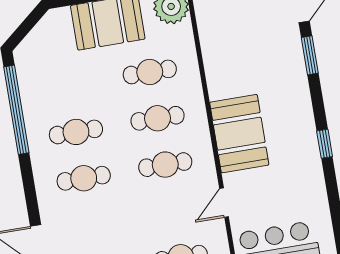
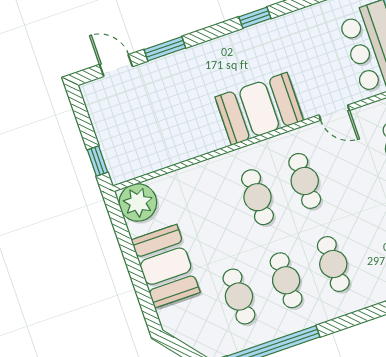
cafe table: (150, 72) -> (239, 296), moved

